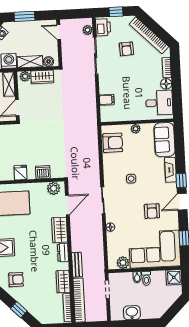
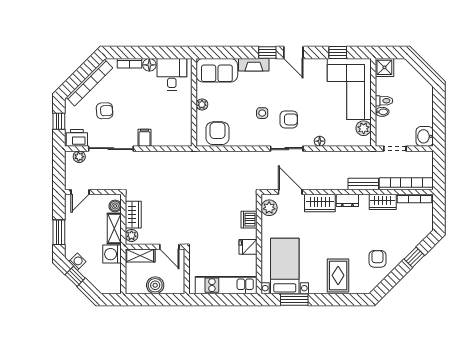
filing cabinet: (107, 100) -> (145, 138), moved
armchair: (152, 211) -> (289, 119), moved
washbasin: (132, 313) -> (425, 136), moved

